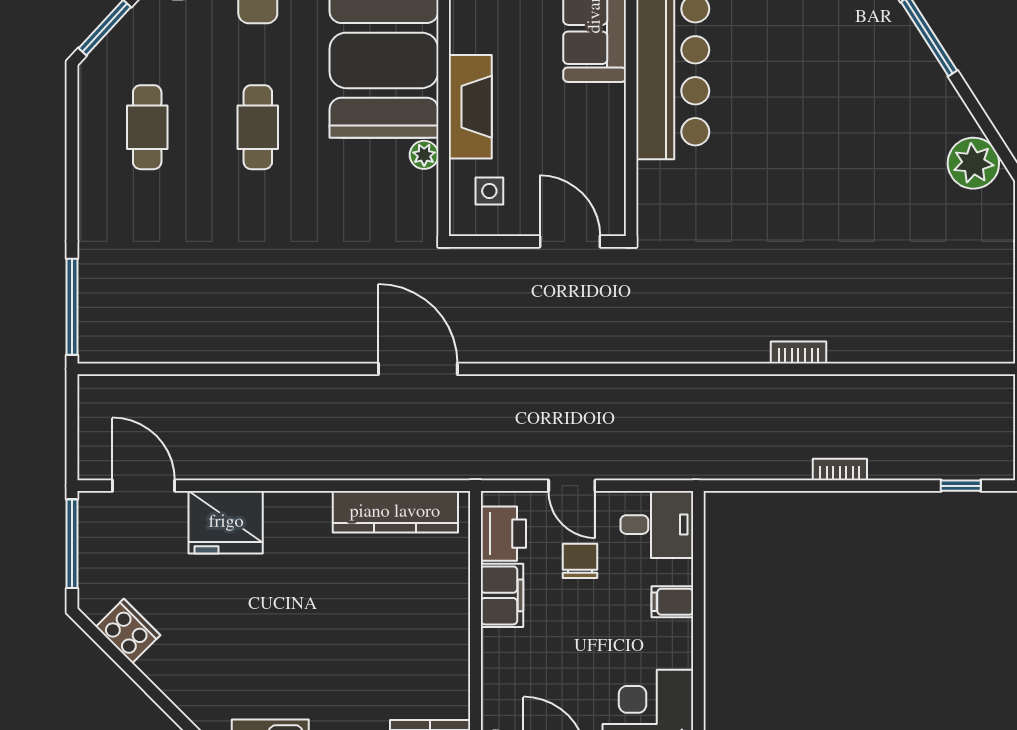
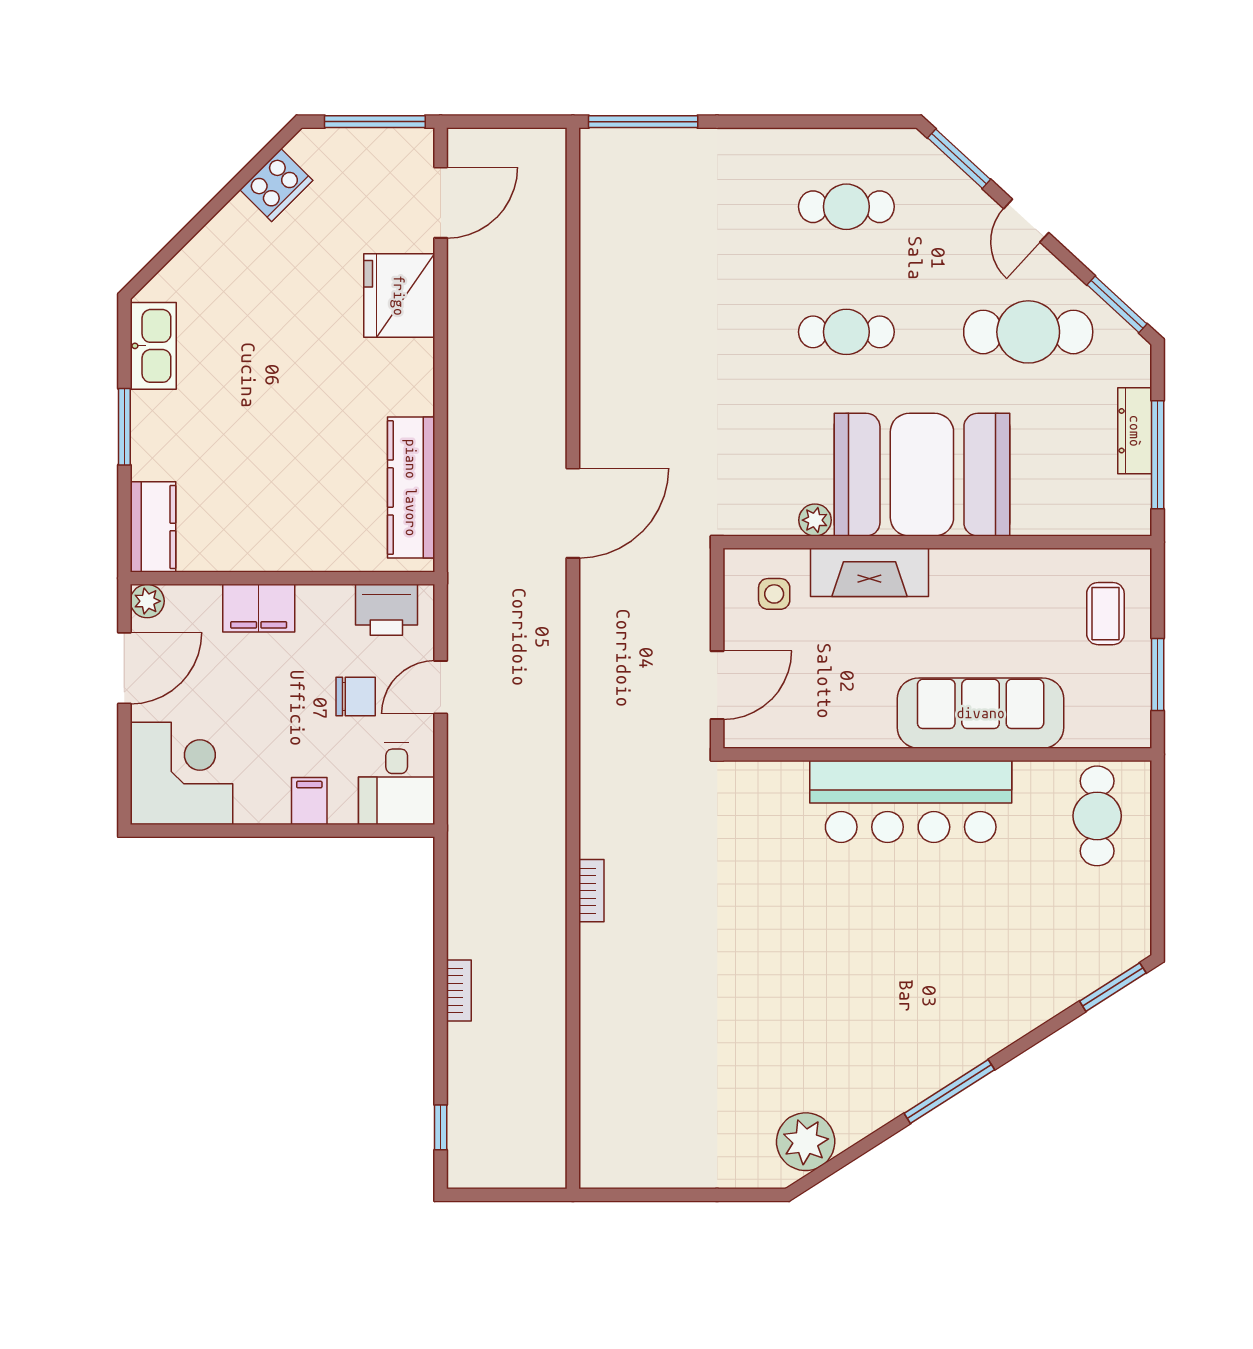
bookcase: (798, 352) -> (591, 891), moved
filing cabinet: (502, 595) -> (259, 608), moved

